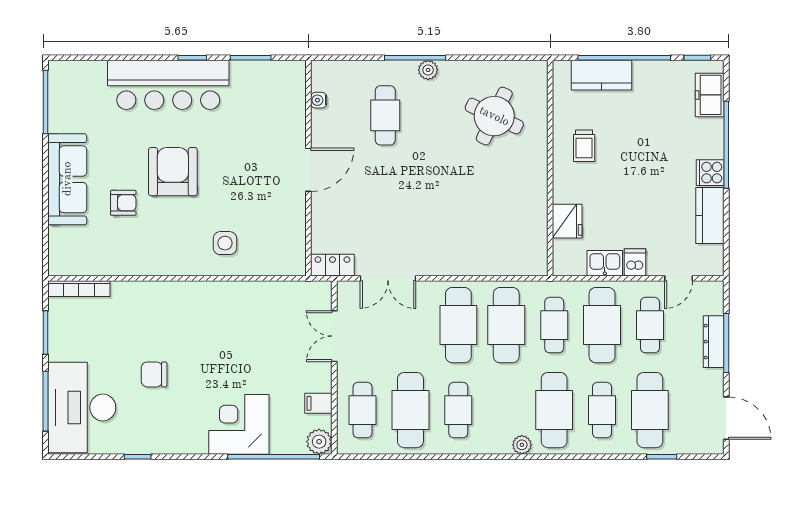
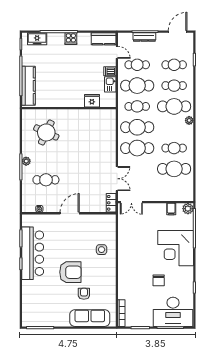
kitchen counter: (601, 75) -> (28, 86), width x1.50
bar counter: (168, 85) -> (33, 253), moved
trolley: (584, 146) -> (59, 93), removed
door: (308, 170) -> (70, 213), hinge flipped
armchair: (173, 172) -> (70, 272), turned 180
sofa: (67, 179) -> (90, 318), moved
kitchen counter: (710, 216) -> (104, 39), moved
double door: (334, 336) -> (131, 202), moved
cafe table: (363, 410) -> (174, 190), removed
cafe table: (650, 410) -> (174, 65), width x0.73, depth x0.74
corner desk: (239, 424) -> (176, 248), width x1.36, depth x1.36

